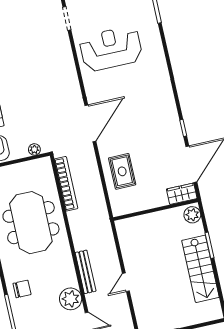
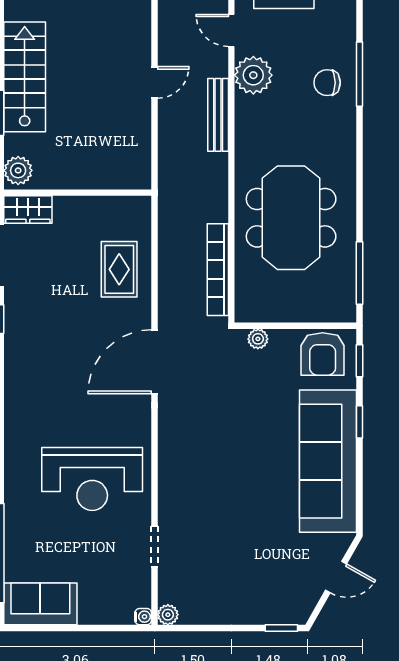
chair: (22, 289) -> (327, 83), moved

